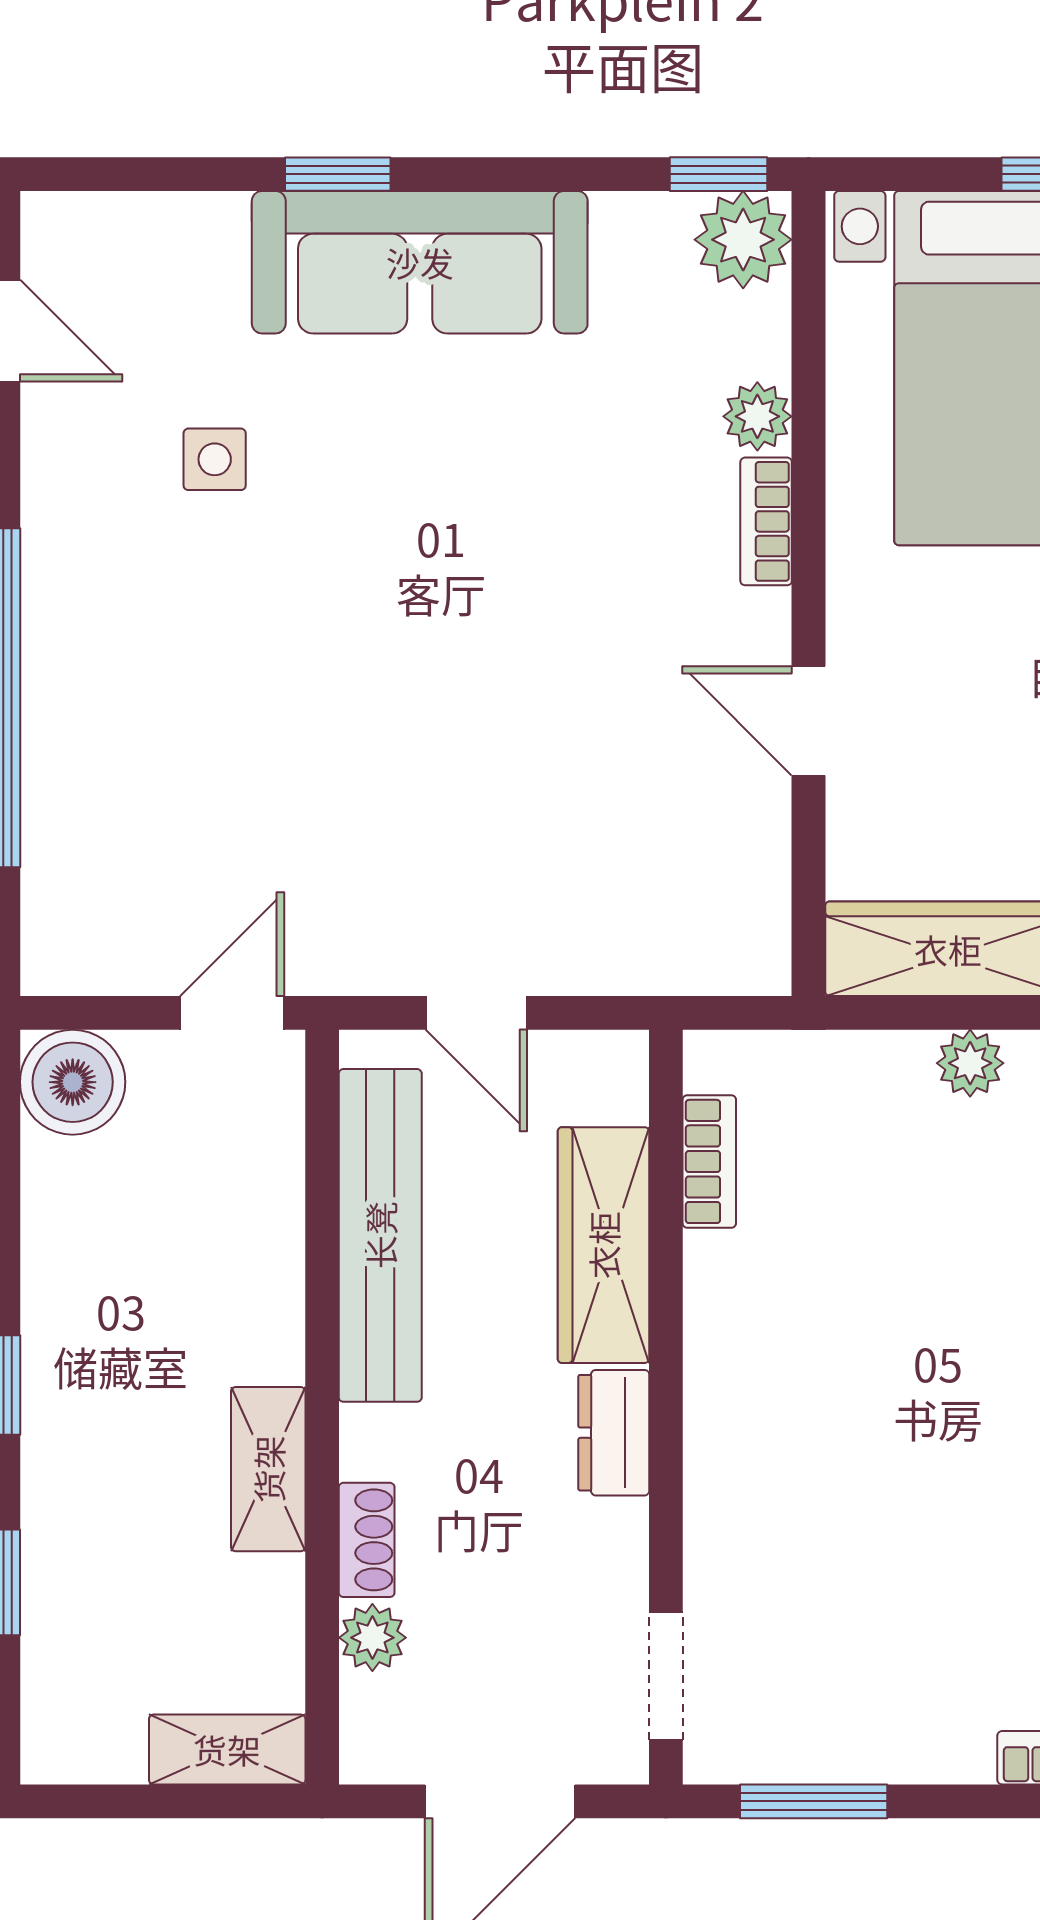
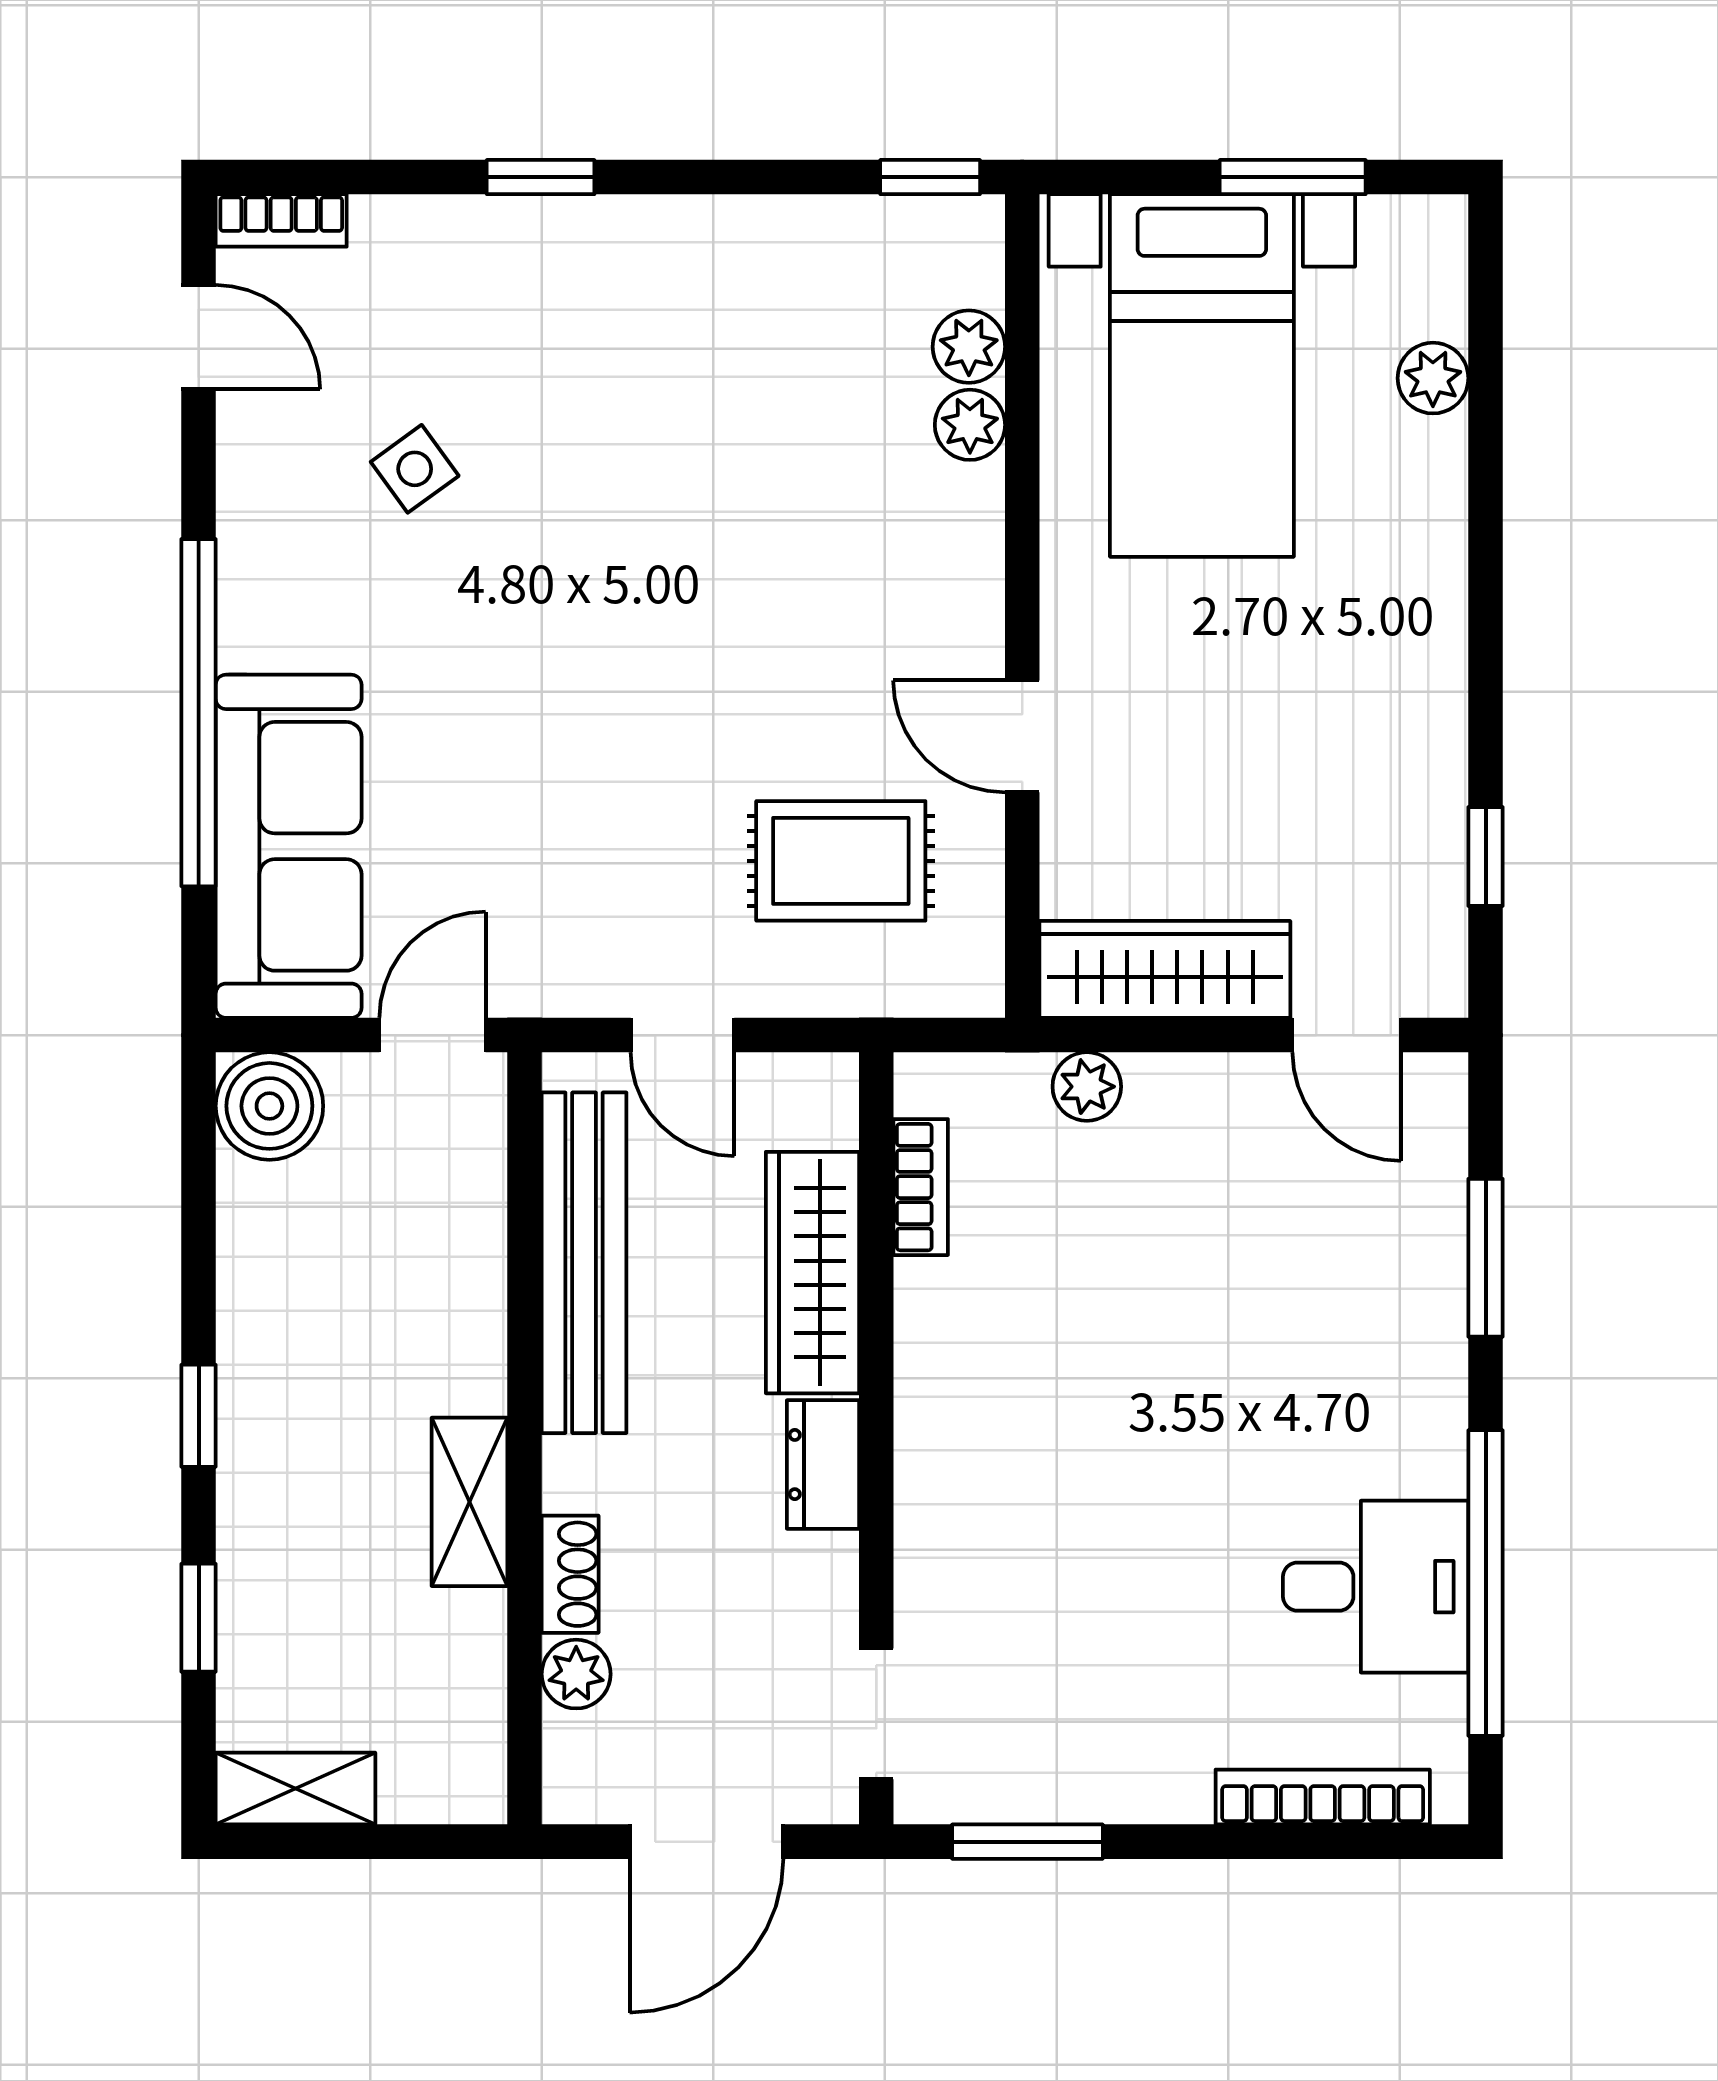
plant: (743, 240) -> (969, 347), moved, width x0.73, depth x0.73
sofa: (420, 262) -> (289, 846), moved, turned -90
side table: (215, 459) -> (415, 469), turned -36
bookcase: (766, 521) -> (281, 220), moved, turned -90
rug: (631, 843) -> (841, 861), added
plant: (970, 1063) -> (1087, 1087), moved
shelving: (227, 1749) -> (296, 1789), moved

